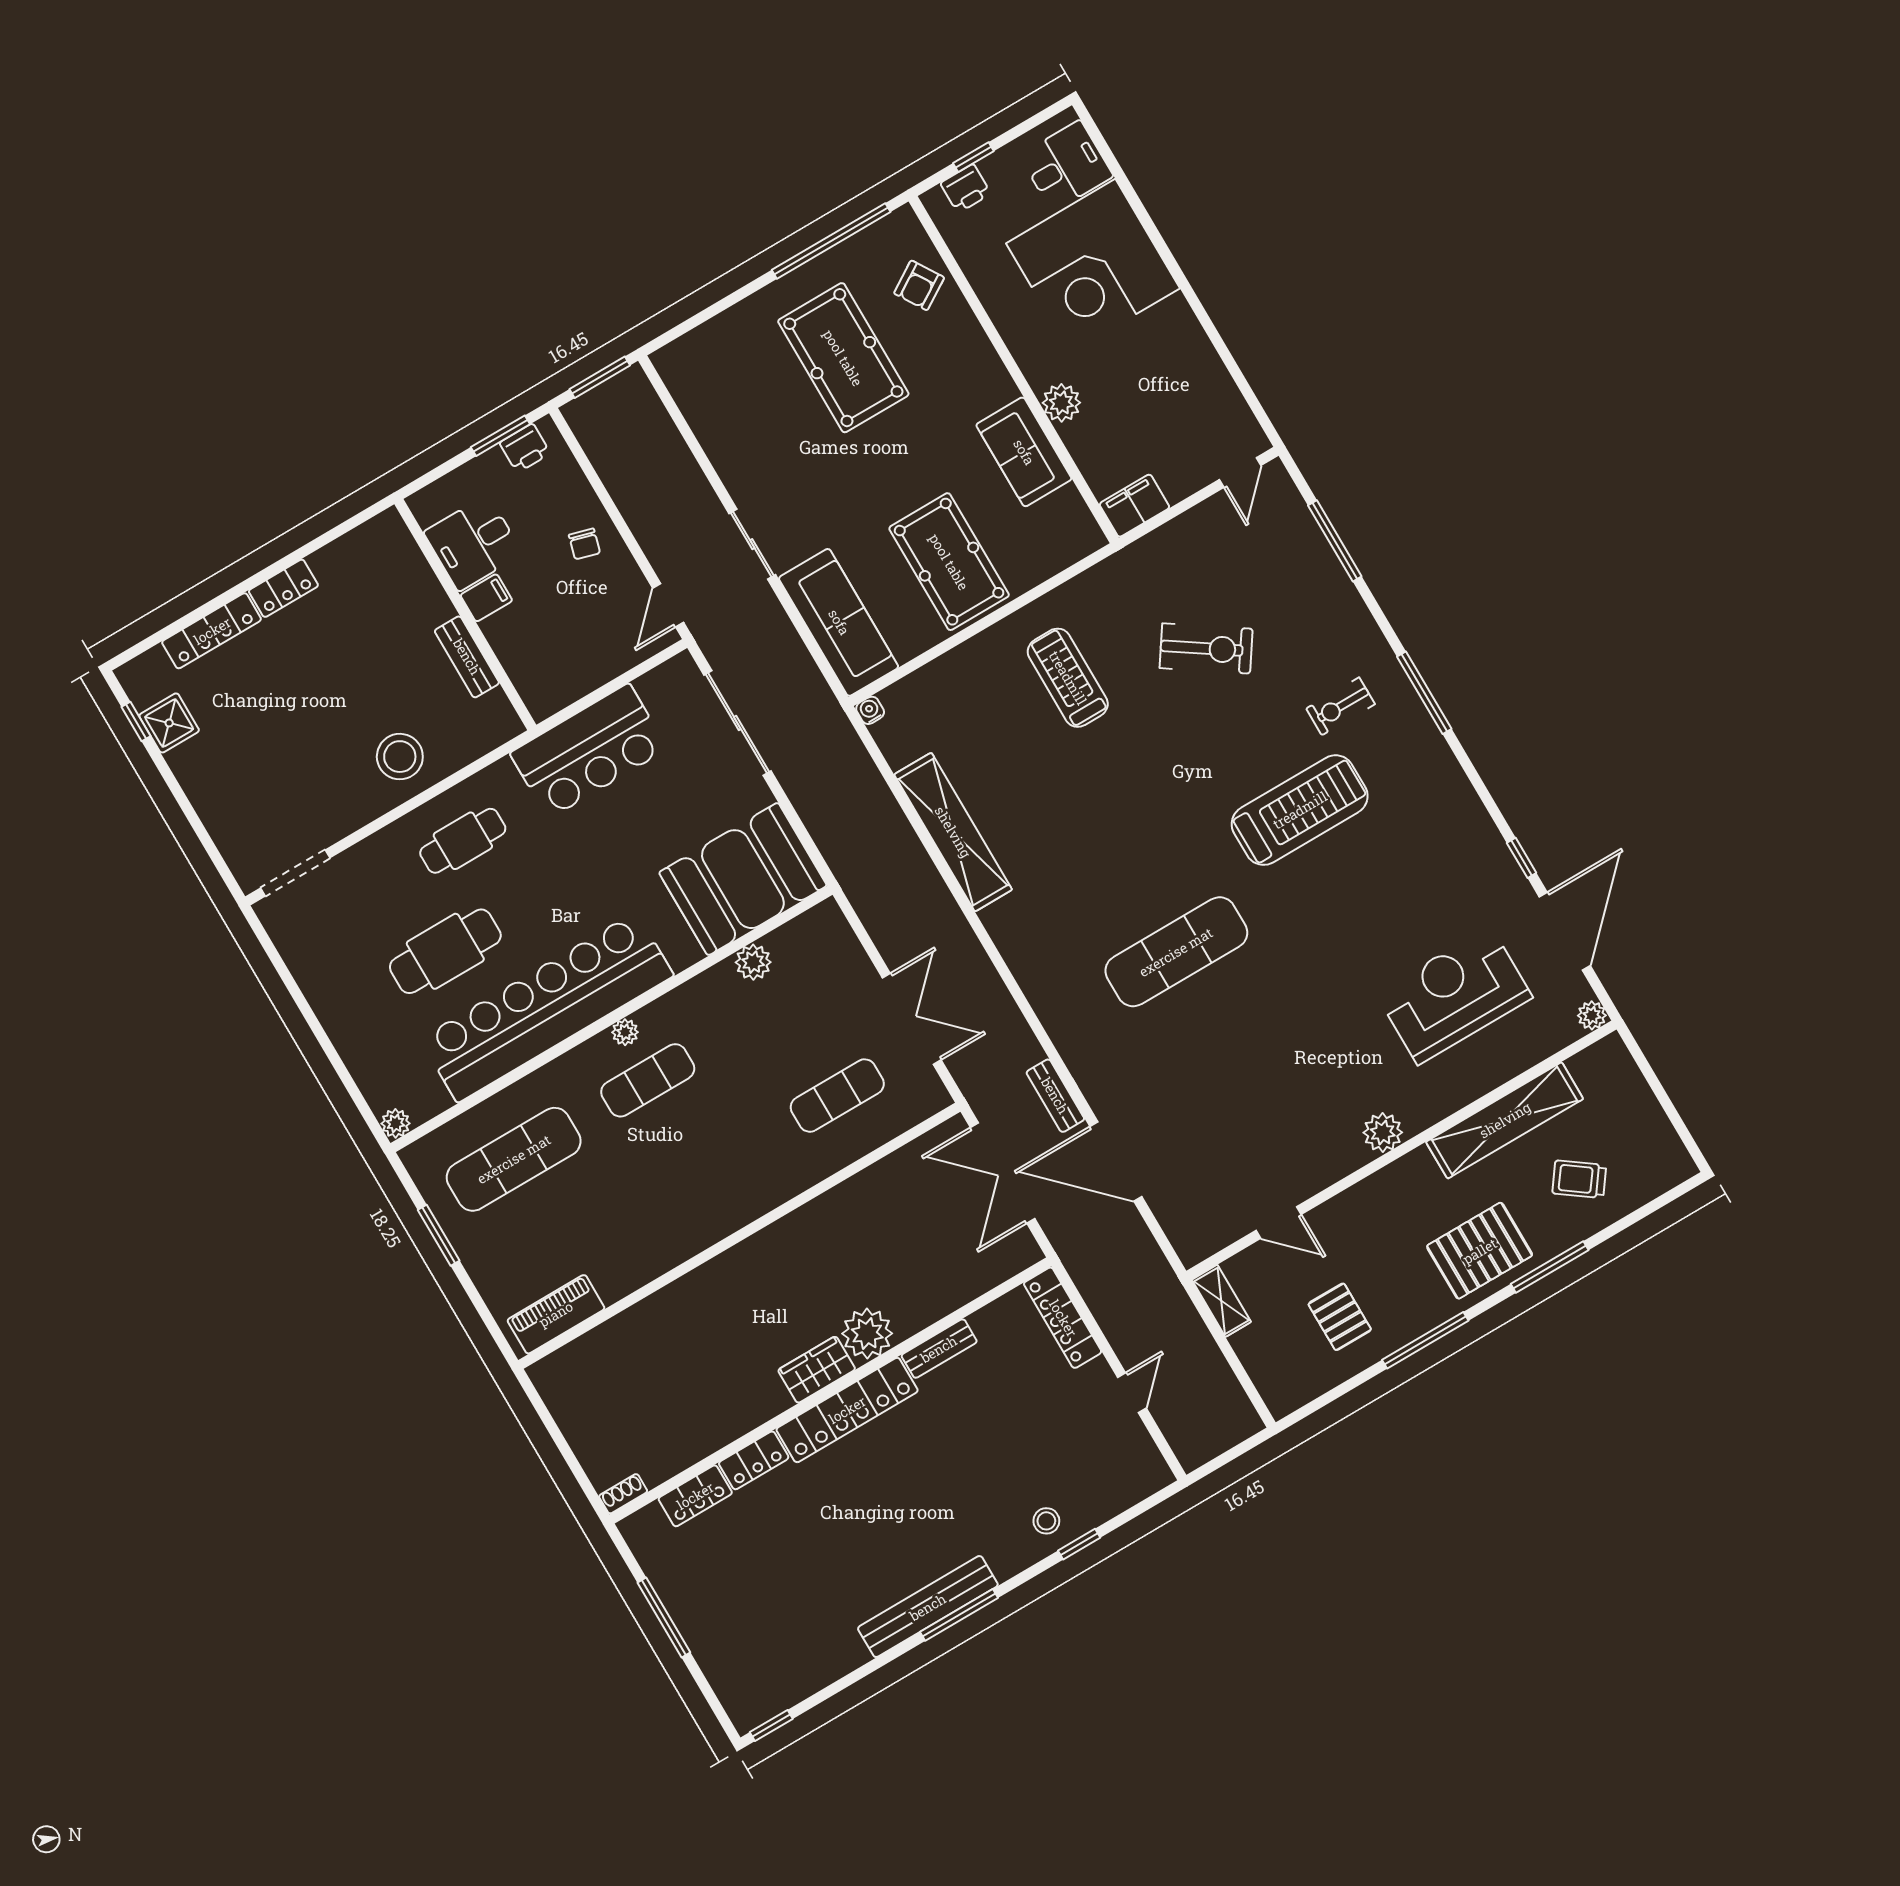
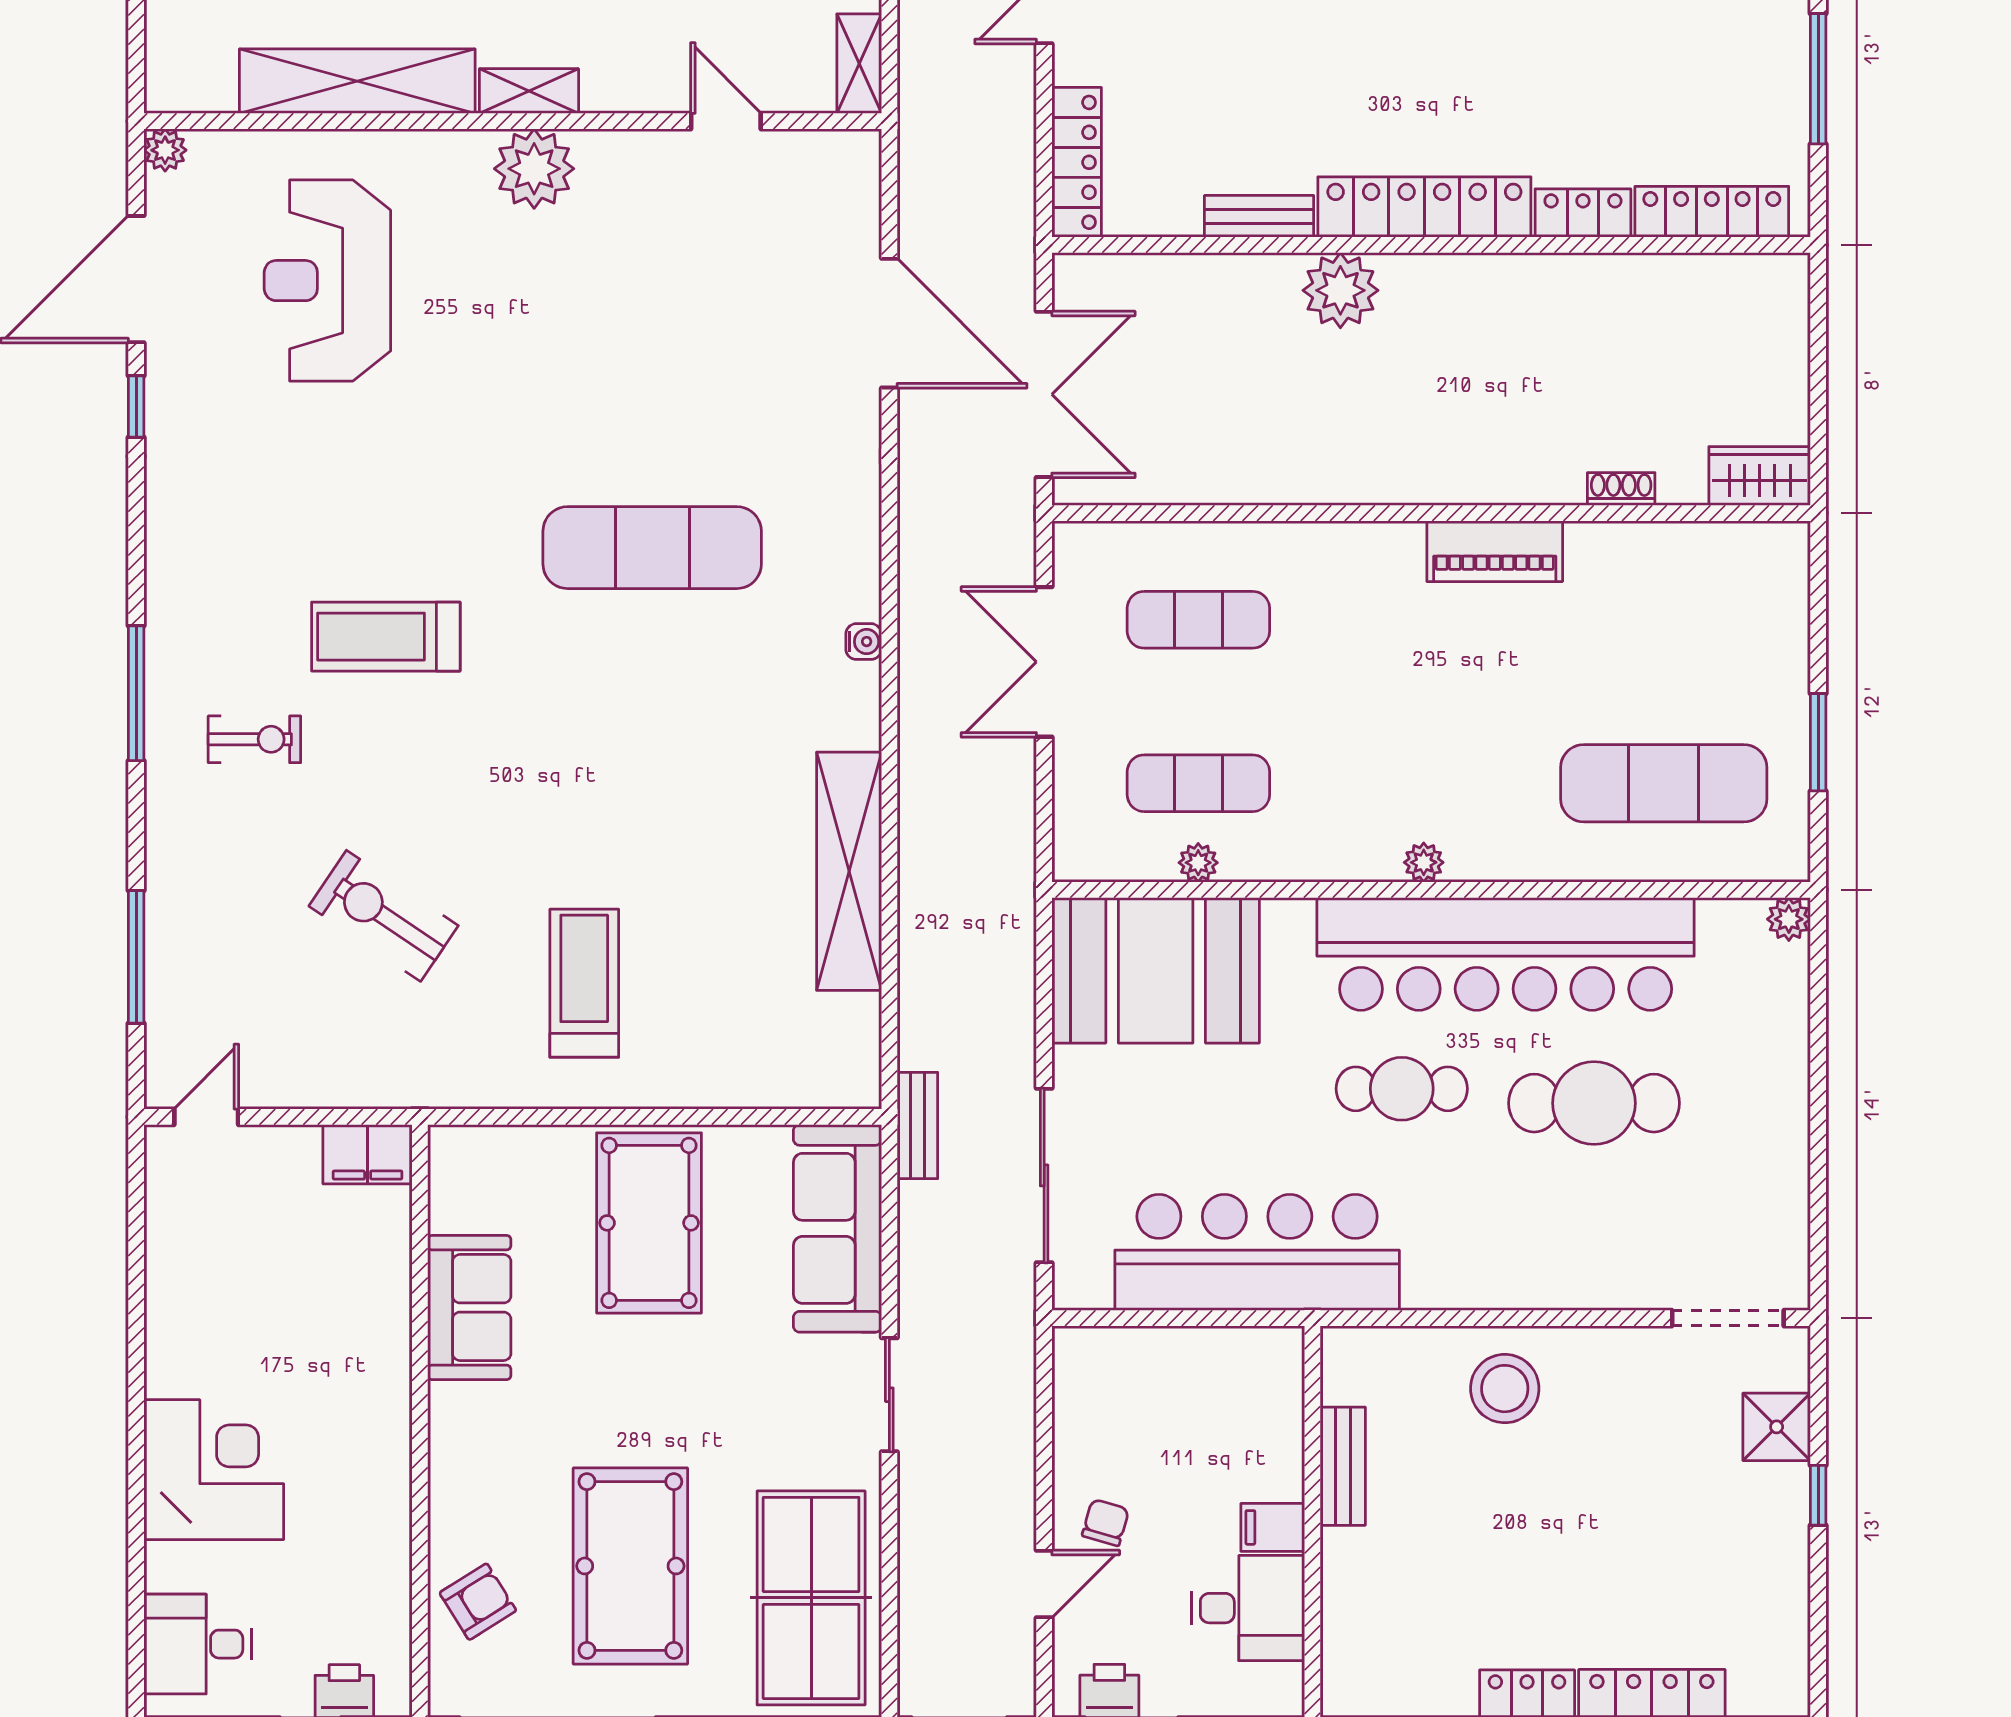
corner desk: (1093, 266) -> (214, 1470), width x0.74, depth x0.74
table tennis table: (728, 401) -> (811, 1598), added
plant: (1061, 403) -> (384, 1342), removed
door: (668, 605) -> (1044, 1584), moved
treadmill: (1068, 678) -> (584, 983), turned 180
water cooler: (870, 710) -> (864, 642), moved, turned -90
window: (136, 721) -> (1818, 1495), moved
shower: (169, 723) -> (1777, 1427), moved
bar counter: (589, 751) -> (1257, 1252), width x1.36
treadmill: (1300, 810) -> (386, 637), width x0.73, depth x0.73
cafe table: (463, 841) -> (1402, 1089), moved
plant: (753, 962) -> (1198, 863), width x0.73, depth x0.73
reception desk: (1454, 995) -> (327, 281), turned 90
exercise mat: (648, 1080) -> (1198, 783), moved
bench: (1055, 1096) -> (917, 1125), moved
plant: (1383, 1132) -> (534, 169), width x1.36, depth x1.36
shelving: (1402, 1173) -> (529, 91), added
piano: (556, 1314) -> (1495, 551), moved
wardrobe: (817, 1370) -> (1760, 476), moved, turned 180
shoe rack: (623, 1494) -> (1621, 489), moved, turned 180
locker: (695, 1496) -> (1712, 212), width x1.53

